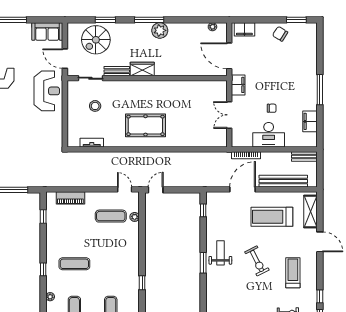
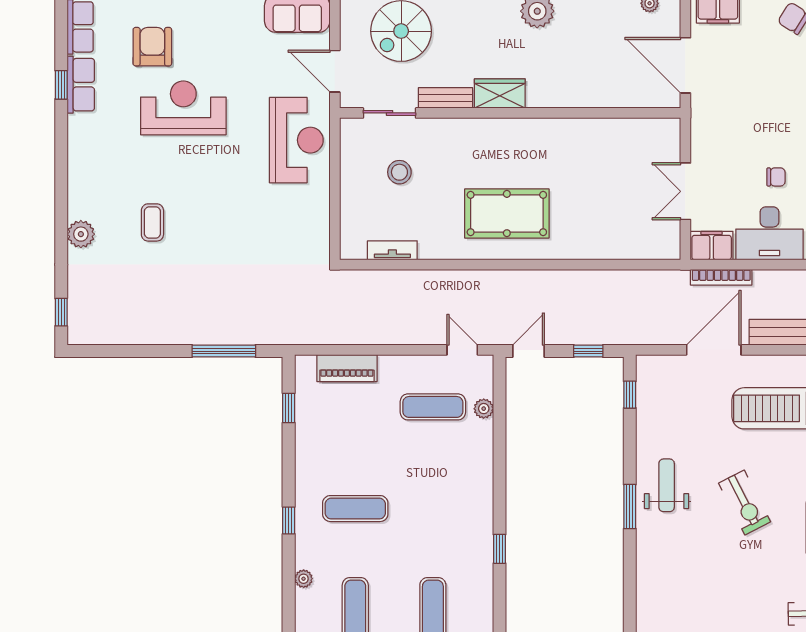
filing cabinet: (238, 85) -> (712, 246), moved, turned -90
window: (184, 190) -> (588, 351), added

